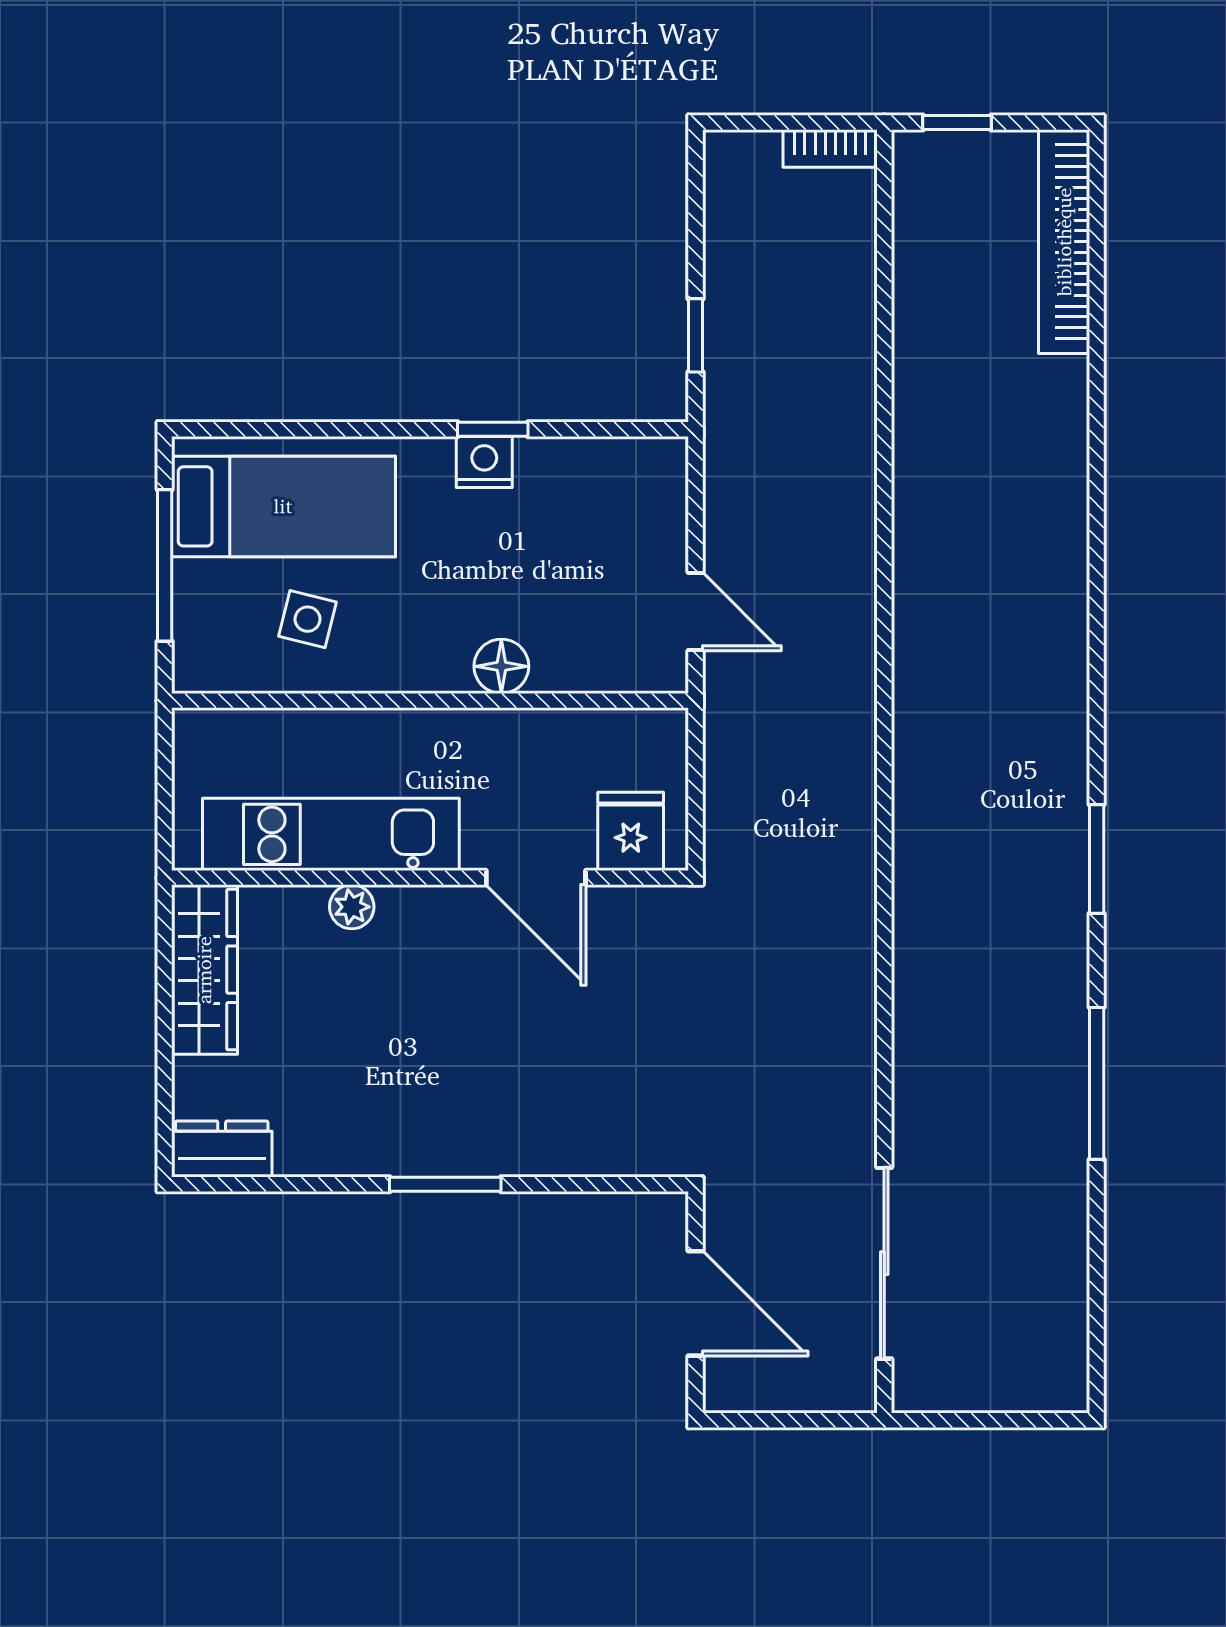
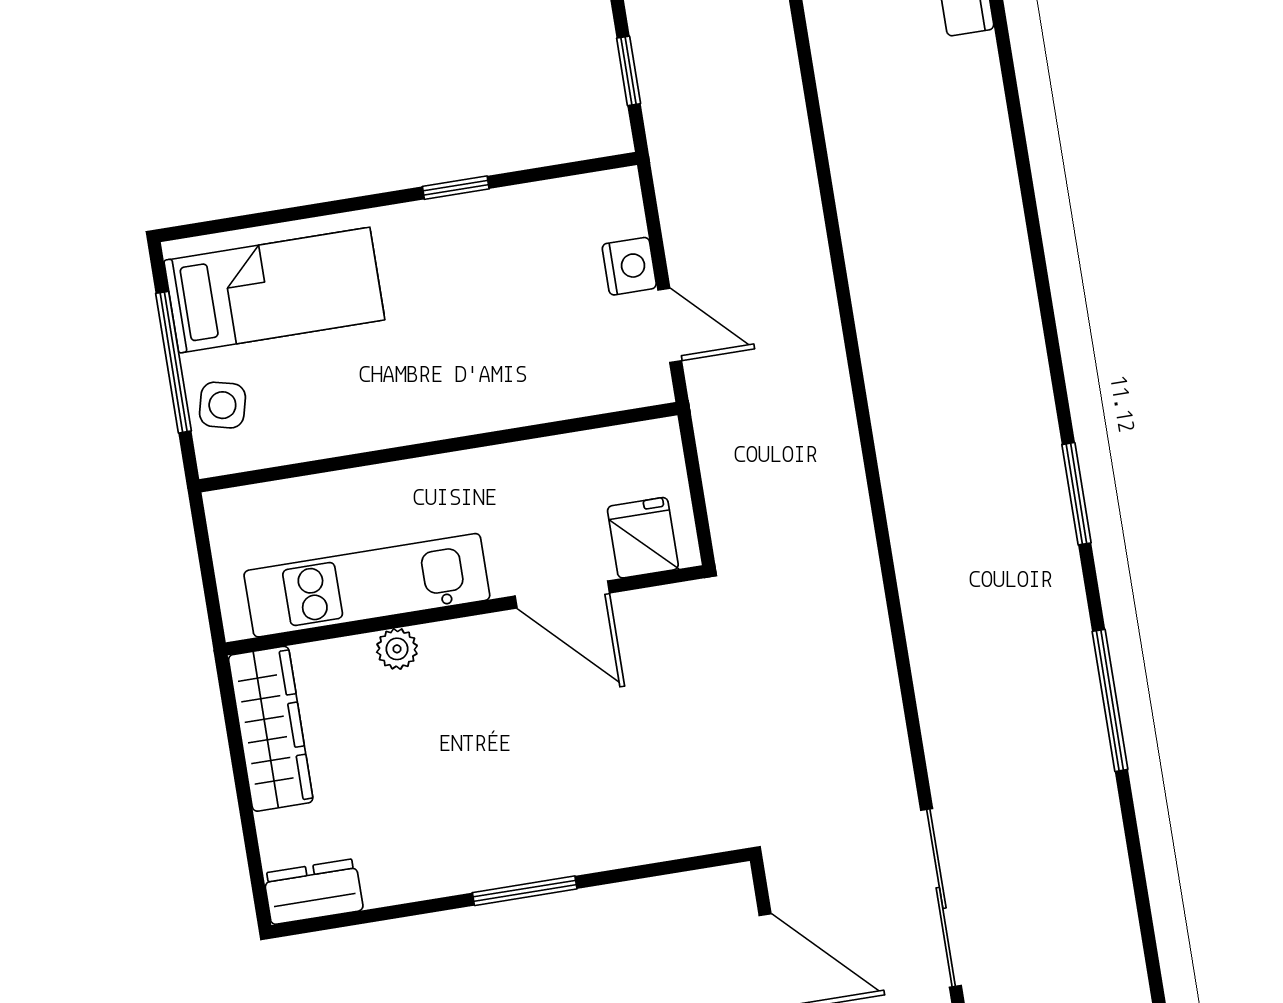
nightstand: (484, 462) -> (629, 266), moved, turned 90
side table: (307, 619) -> (222, 405), moved
floor lamp: (501, 666) -> (499, 405), removed

